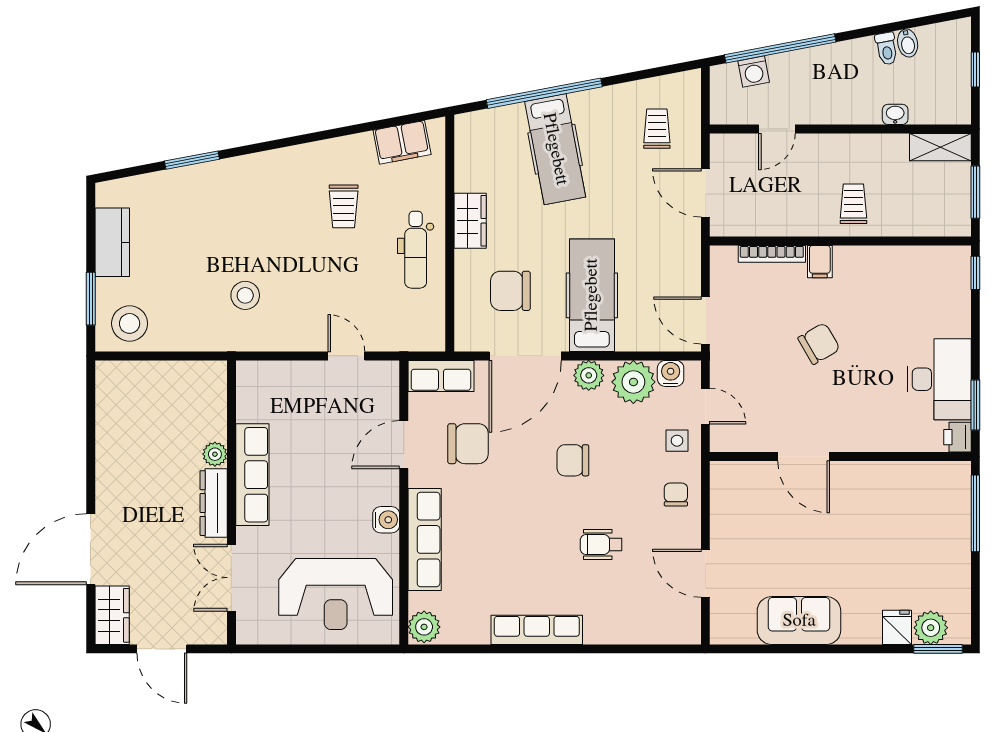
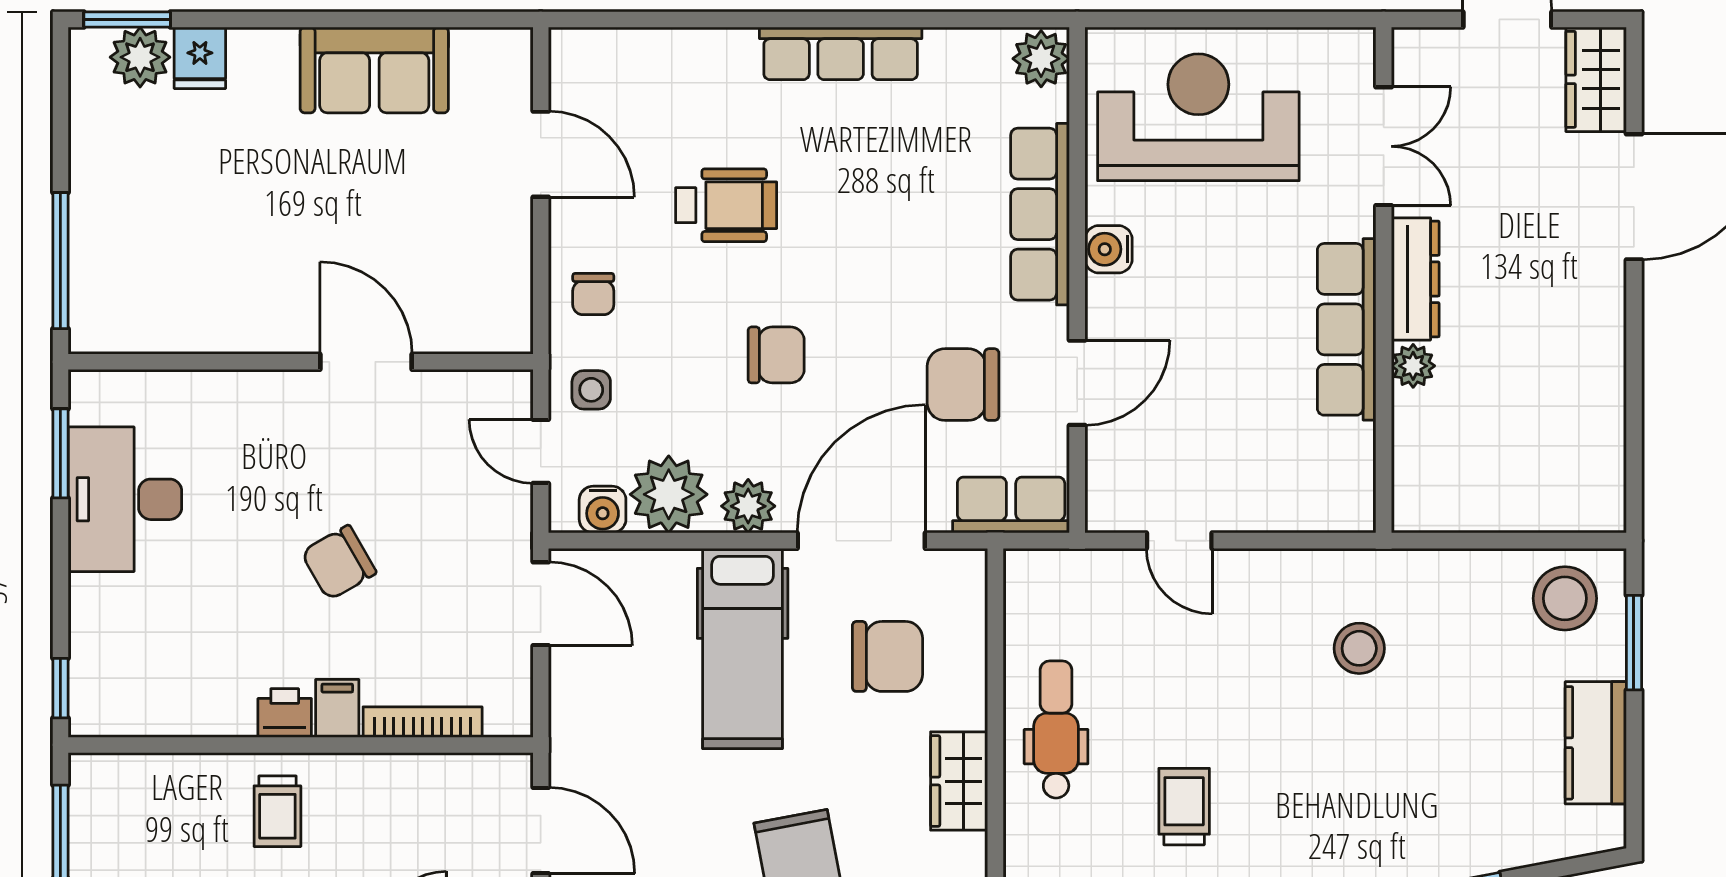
printer: (957, 437) -> (285, 713), moved, turned -90
wheelchair: (601, 545) -> (726, 205), width x1.36, depth x1.37

